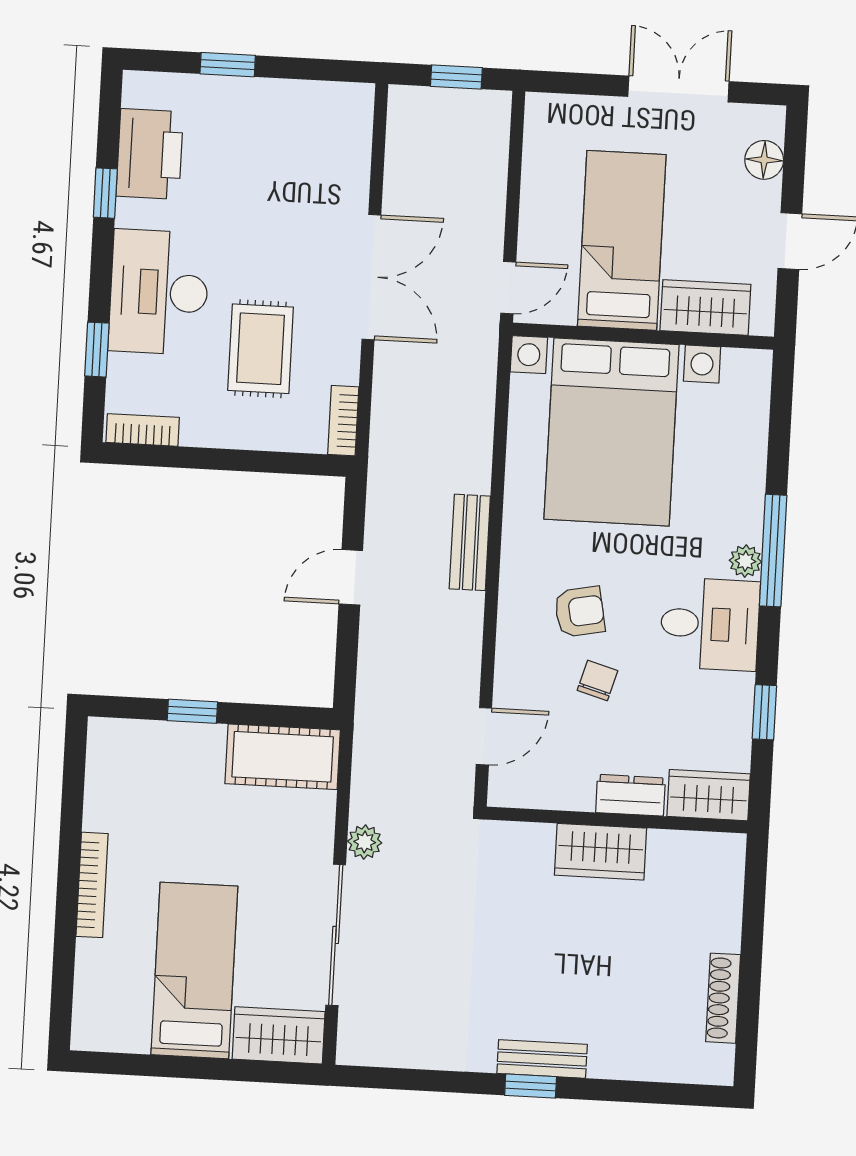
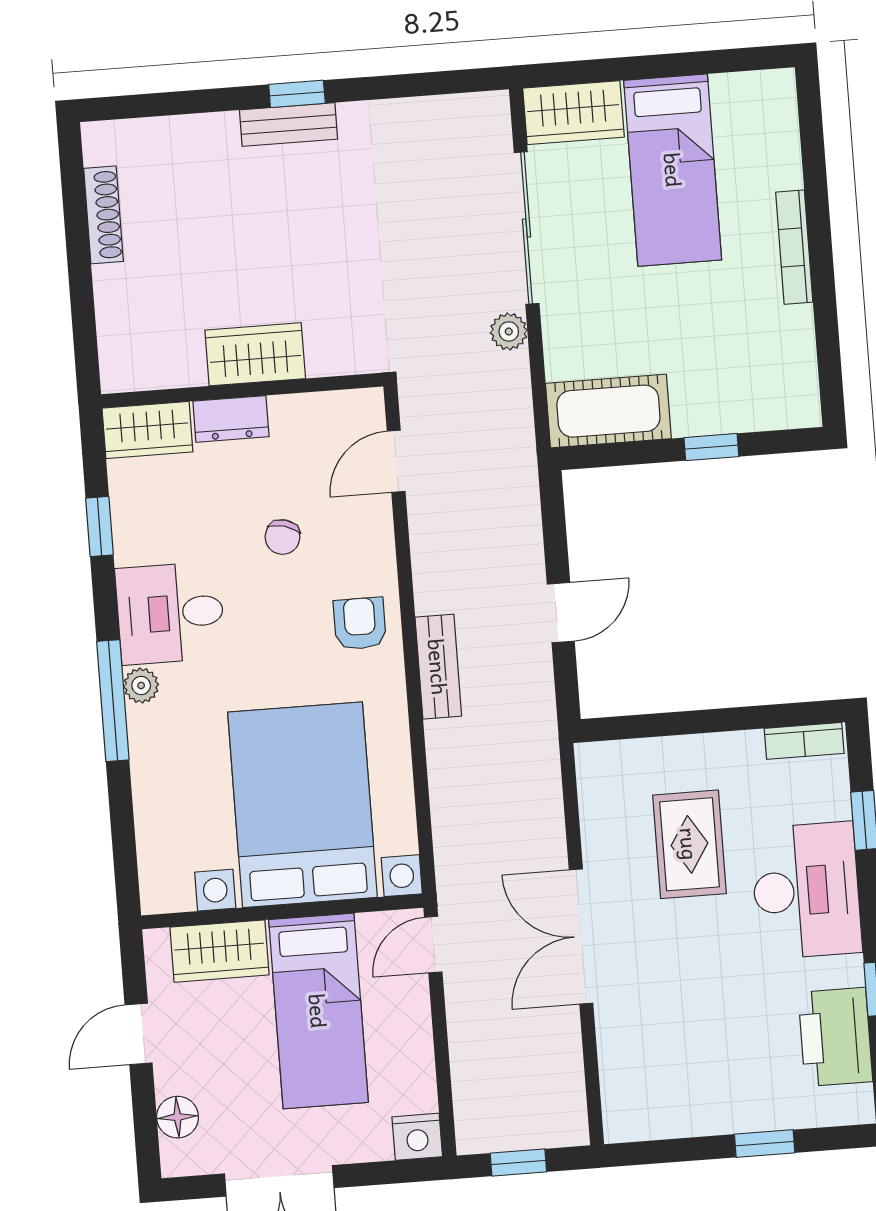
nightstand: (546, 113) -> (417, 1137), added
bookcase: (343, 421) -> (591, 779), removed
armchair: (580, 612) -> (360, 624), moved, turned 101

